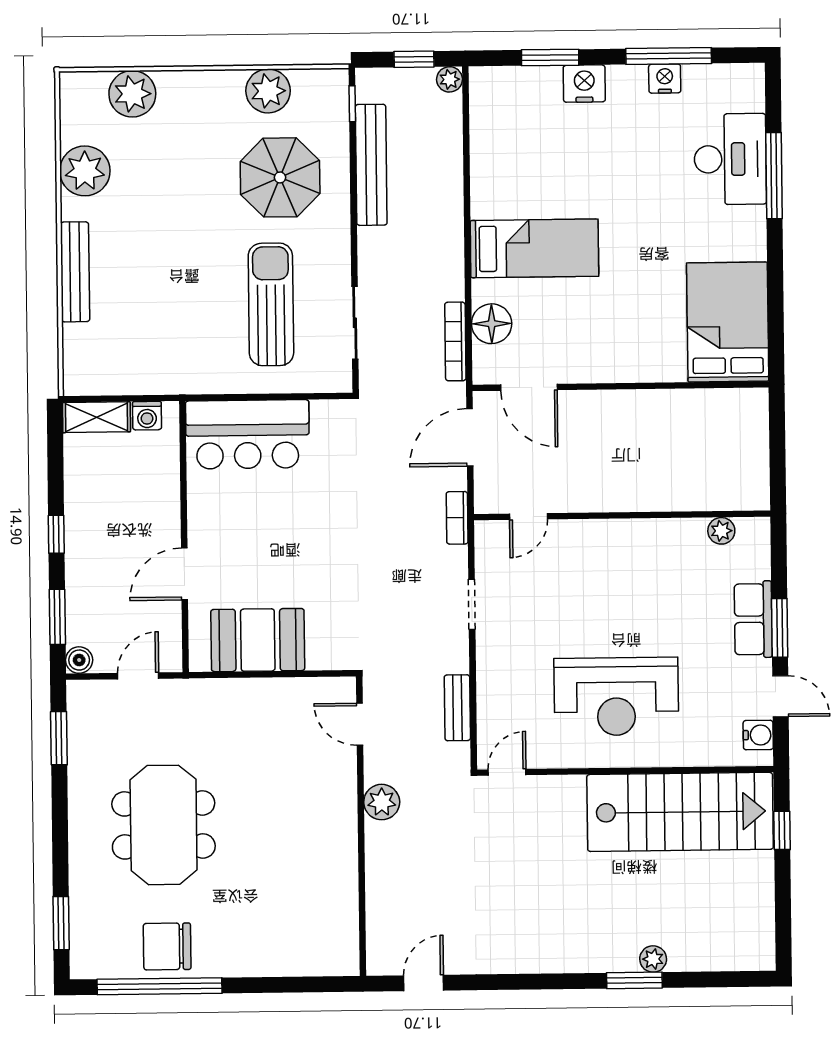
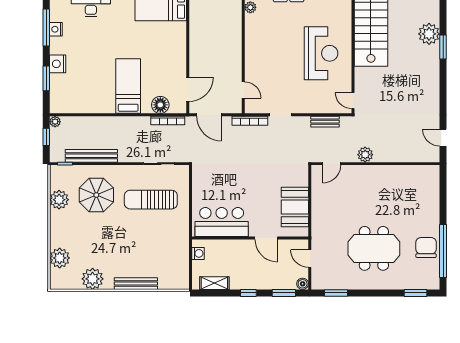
shelving: (97, 417) -> (214, 283), moved, turned 90
bar counter: (247, 434) -> (222, 222), moved, turned -90
bookcase: (457, 518) -> (250, 121), width x1.56
chair: (167, 946) -> (426, 248), turned 180
plant: (653, 959) -> (429, 34), width x1.87, depth x1.87

